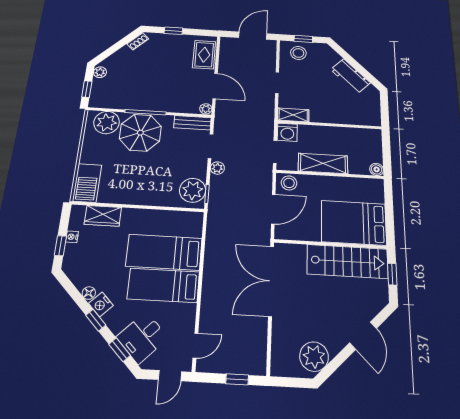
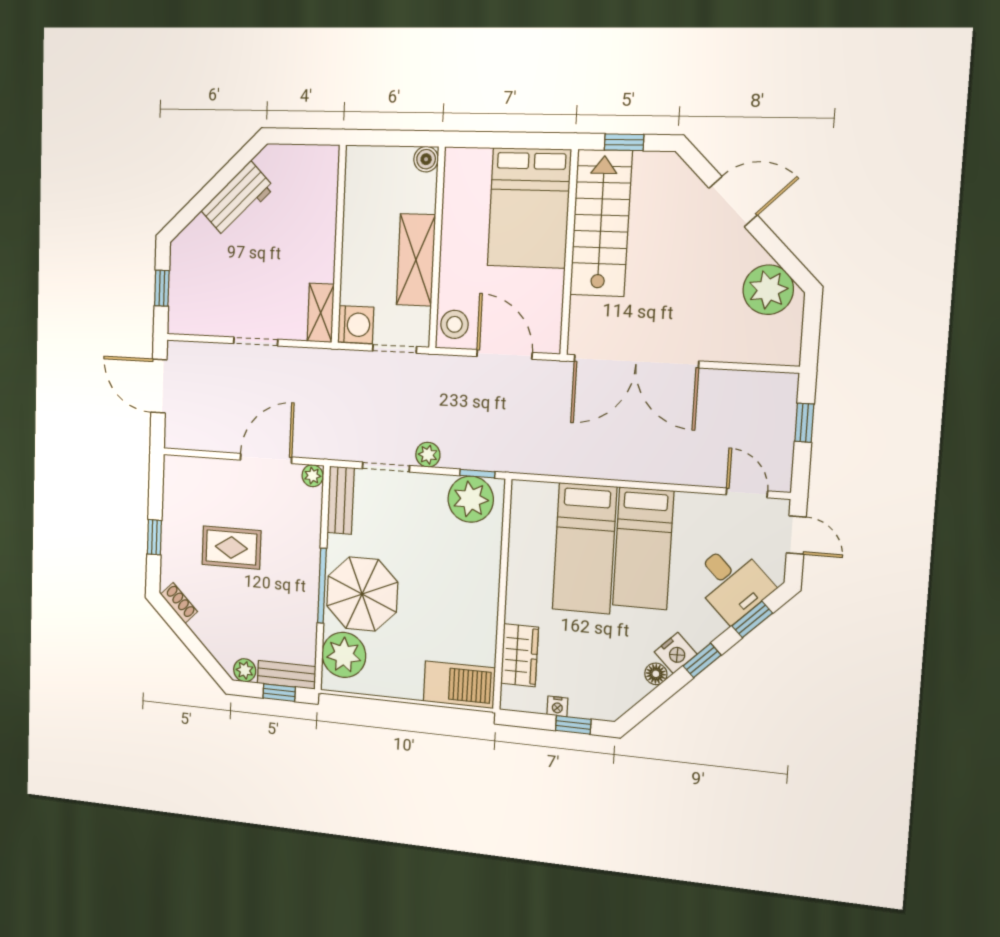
stool: (298, 53) -> (192, 299), removed
rug: (204, 55) -> (231, 548), moved
bench: (97, 93) -> (287, 675), added

